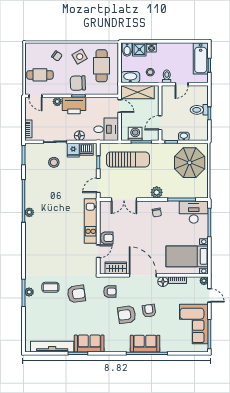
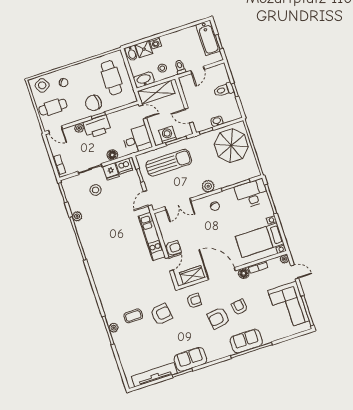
side table: (80, 57) -> (42, 85), moved
door: (160, 123) -> (189, 116), hinge flipped
plant: (29, 212) -> (77, 216), moved

